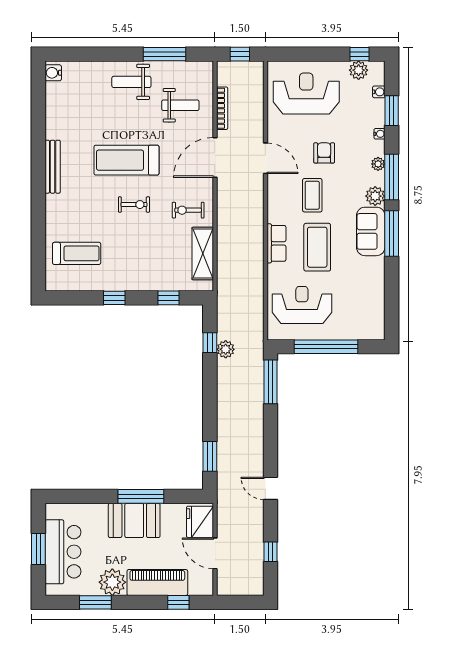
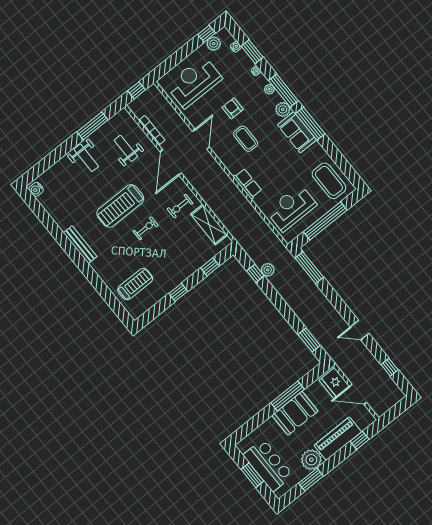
weight bench: (131, 82) -> (86, 158), turned -90
weight bench: (180, 105) -> (126, 148), turned -90
door: (265, 158) -> (201, 139), hinge flipped
coffee table: (317, 247) -> (329, 181), moved

